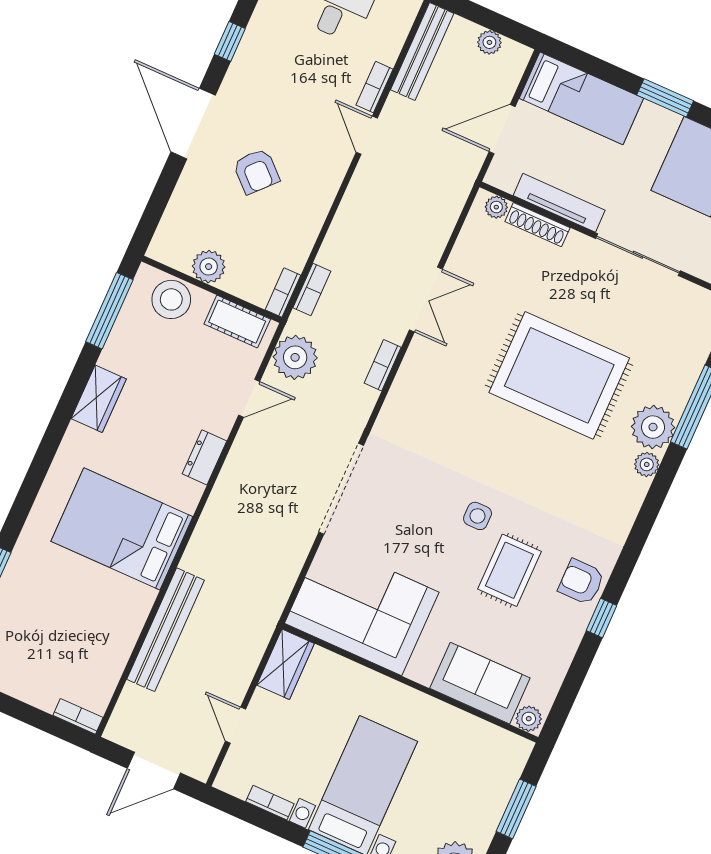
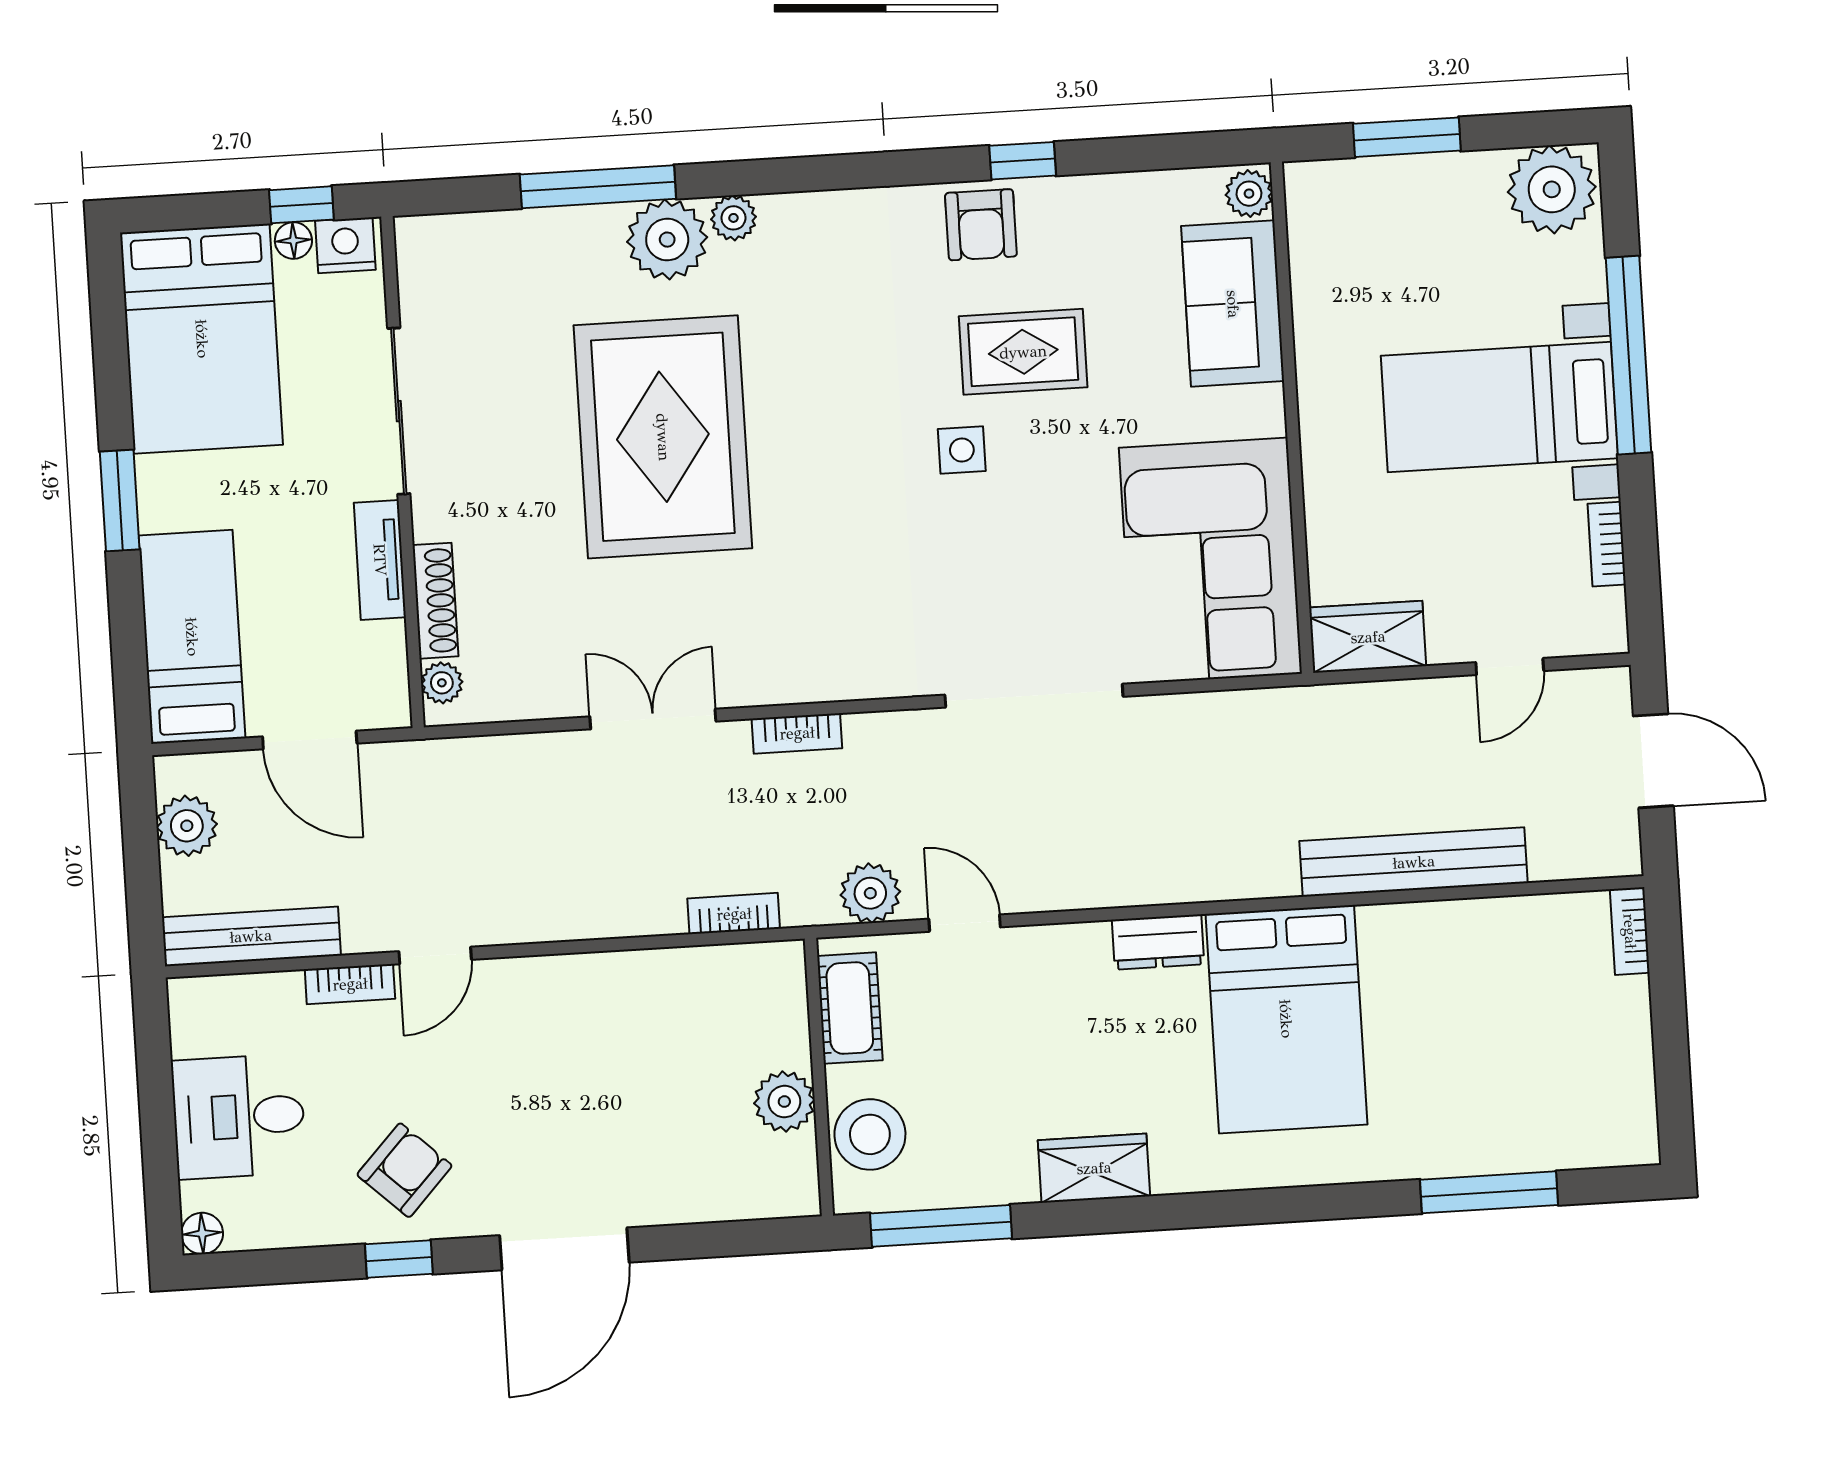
plant: (489, 42) -> (187, 826), width x1.38, depth x1.38
armchair: (256, 171) -> (405, 1170), moved
tv unit: (559, 203) -> (380, 560), width x0.71
bookcase: (283, 293) -> (763, 958), removed
plant: (295, 357) -> (870, 893), width x0.73, depth x0.73
dresser: (204, 457) -> (1158, 942), moved

